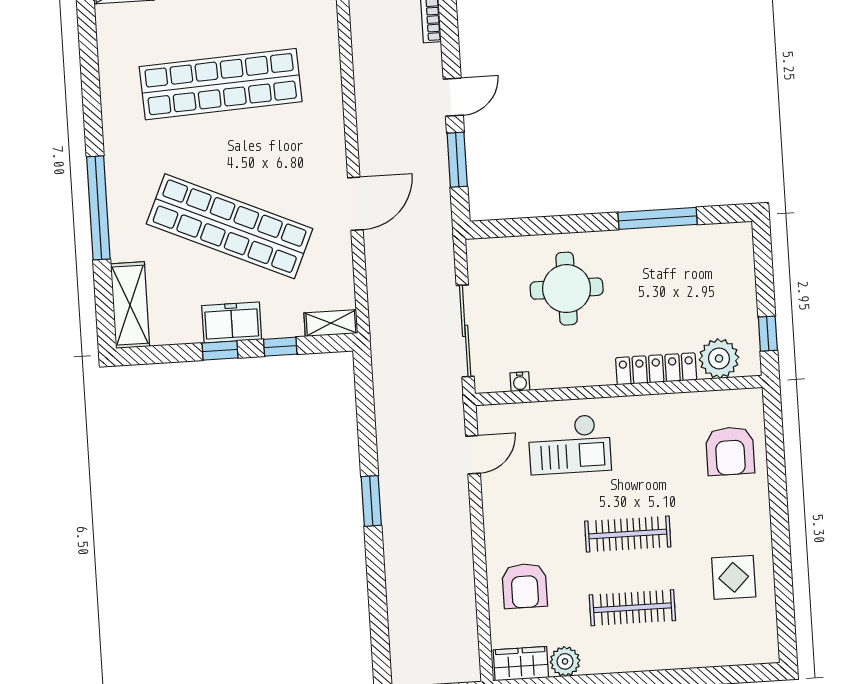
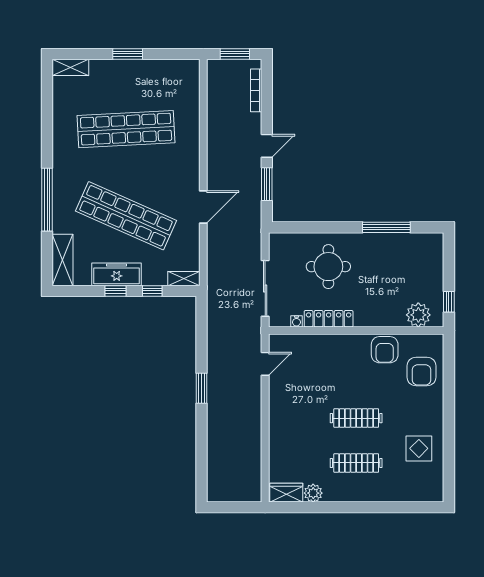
freezer: (232, 322) -> (117, 274), width x1.40
locker: (656, 369) -> (329, 319), moved
checkout: (570, 444) -> (324, 361), removed
armchair: (525, 586) -> (385, 350), moved

